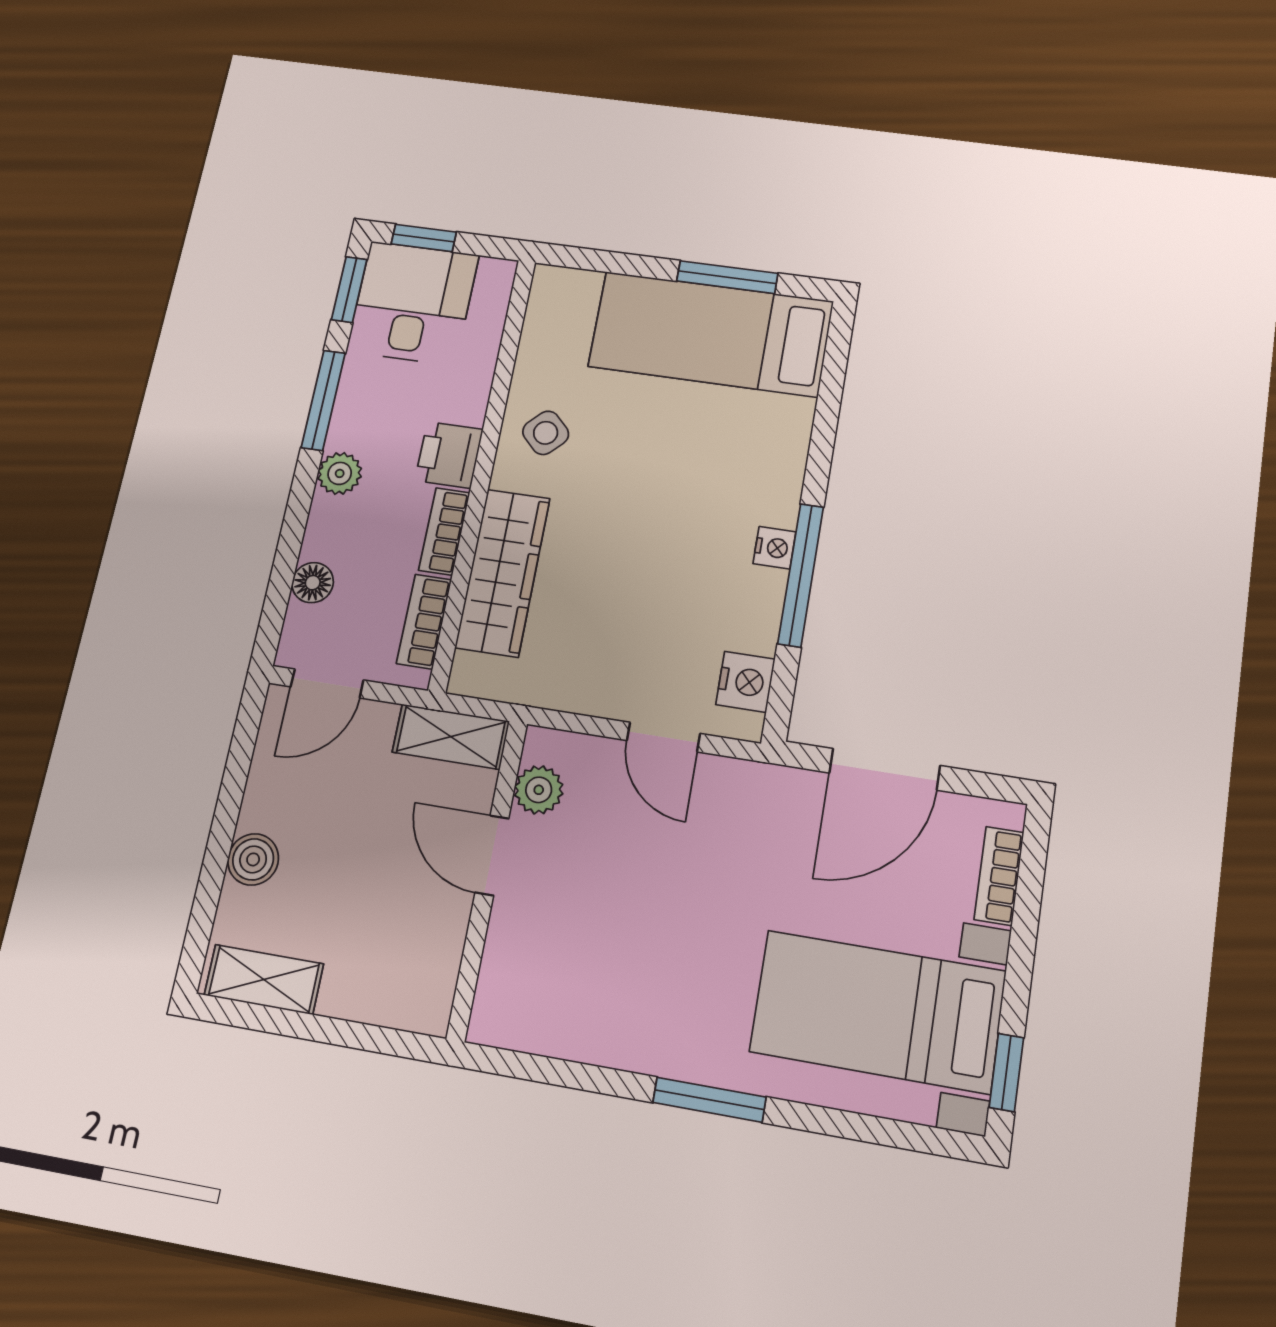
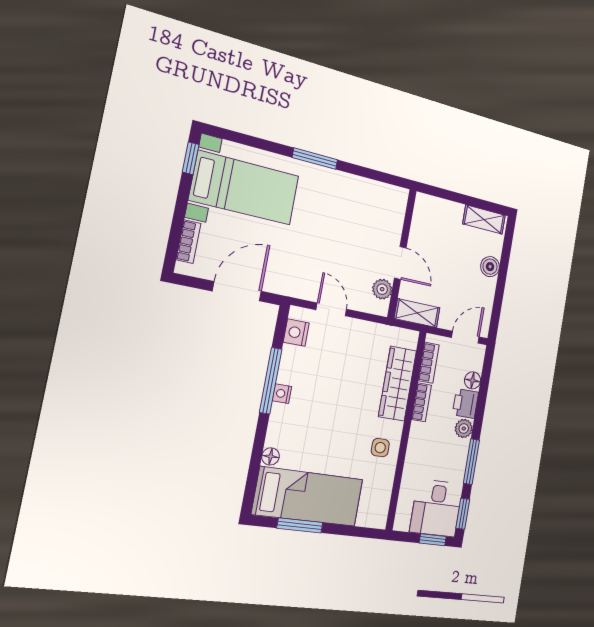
floor lamp: (796, 417) -> (271, 456), added
side table: (546, 433) -> (380, 448), turned 45
printer: (449, 455) -> (465, 404), moved, turned 180

